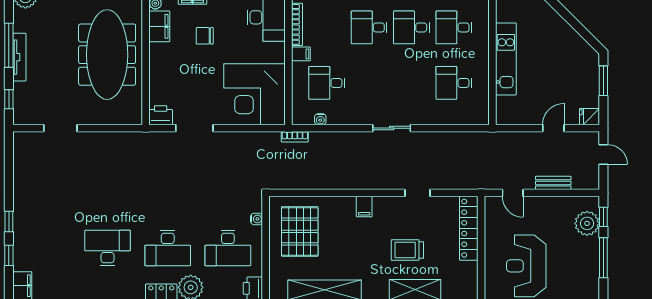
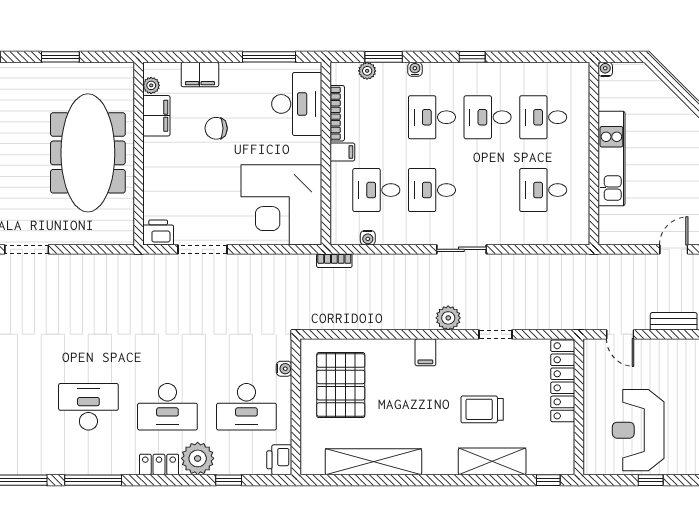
desk: (369, 83) -> (432, 190), added
plant: (382, 180) -> (448, 318), added

